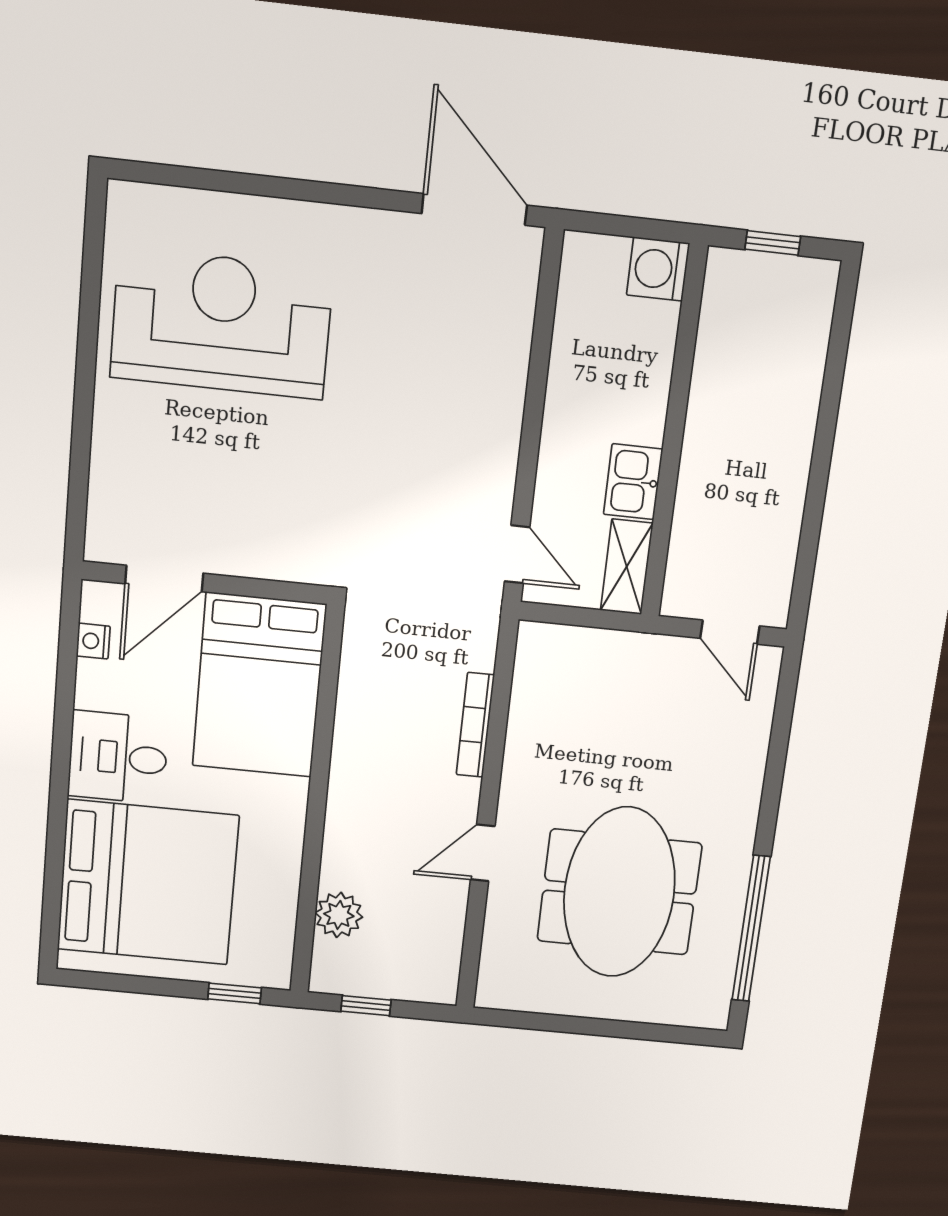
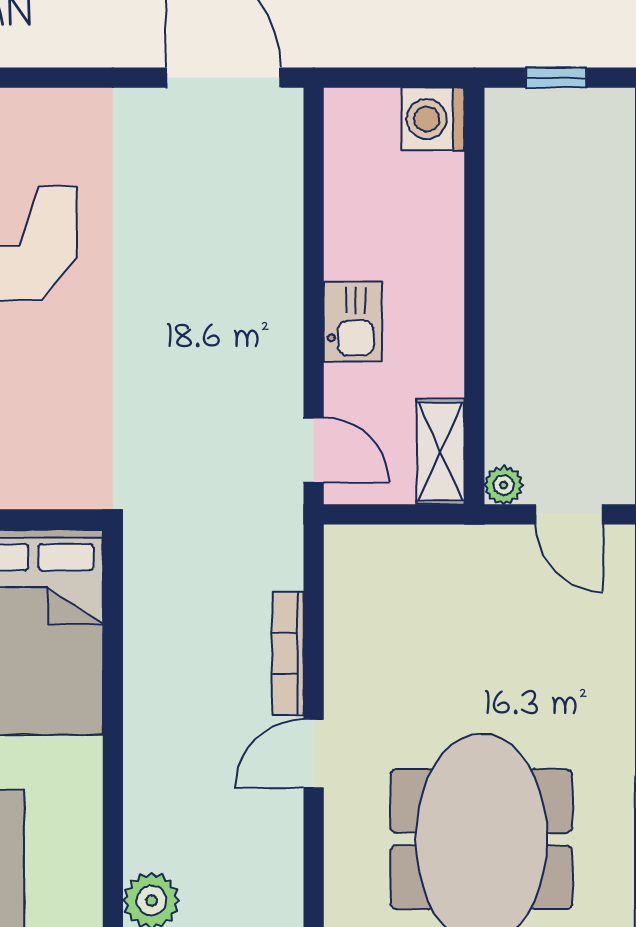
kitchen sink: (633, 482) -> (353, 322), moved, turned 180
plant: (677, 601) -> (504, 485), added
door: (483, 853) -> (314, 754), moved

